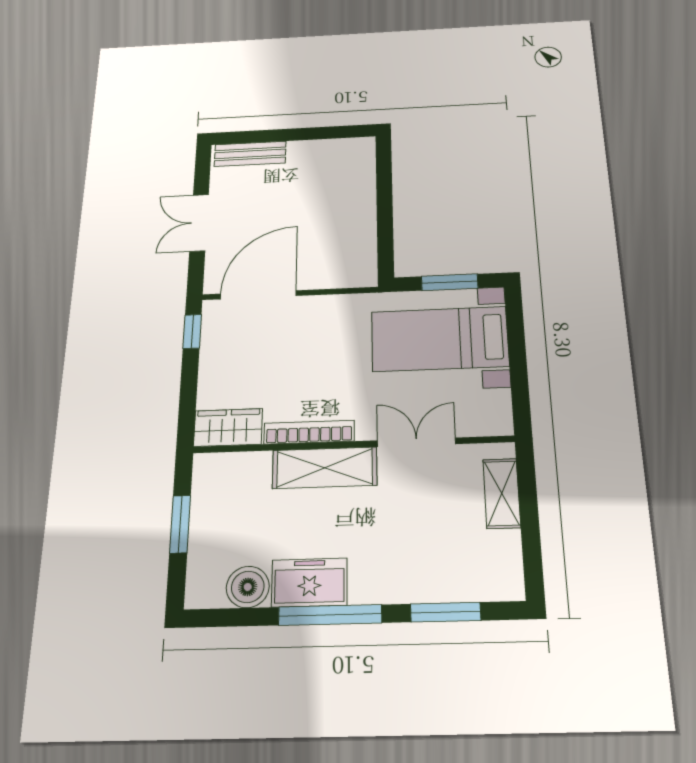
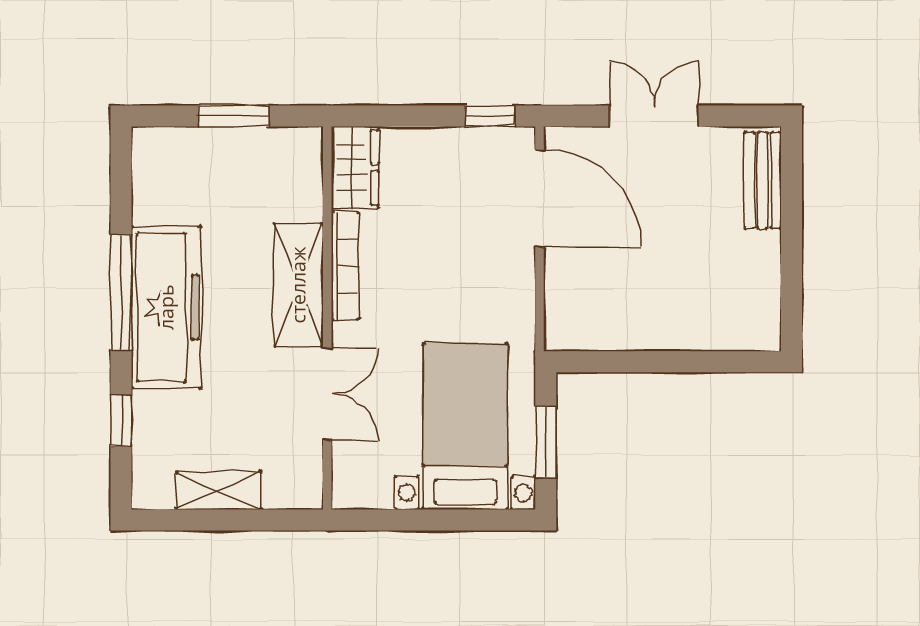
shelving: (502, 493) -> (219, 490), moved
freezer: (309, 582) -> (166, 307), width x1.91, depth x1.26
boiler: (248, 587) -> (156, 198), removed
window: (446, 612) -> (121, 421), width x0.67

